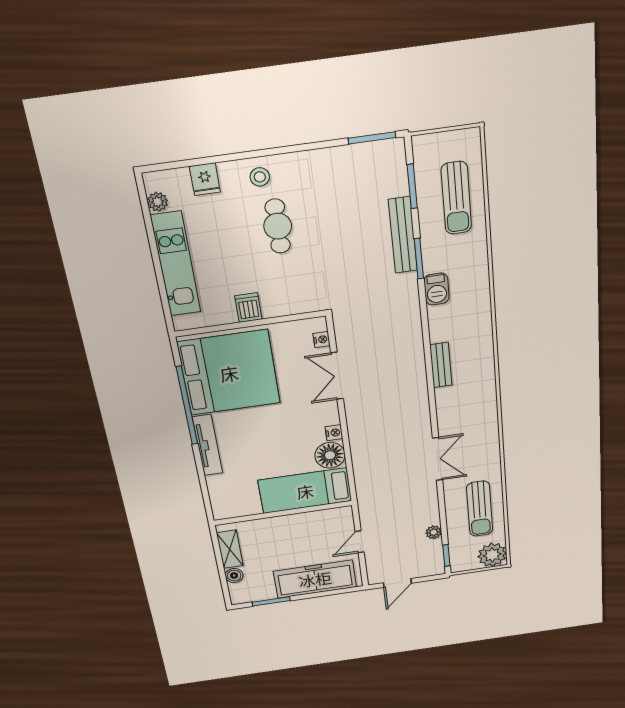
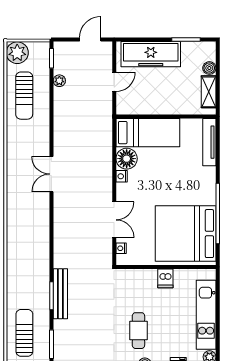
bench: (403, 235) -> (60, 294), moved
barbecue: (437, 289) -> (42, 273), removed
bench: (441, 365) -> (43, 217), removed
tv unit: (208, 445) -> (209, 142), moved
double door: (438, 459) -> (51, 174), moved
sun lounger: (480, 509) -> (24, 96), turned 180

